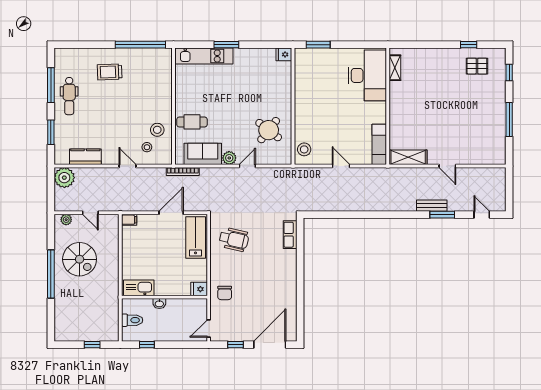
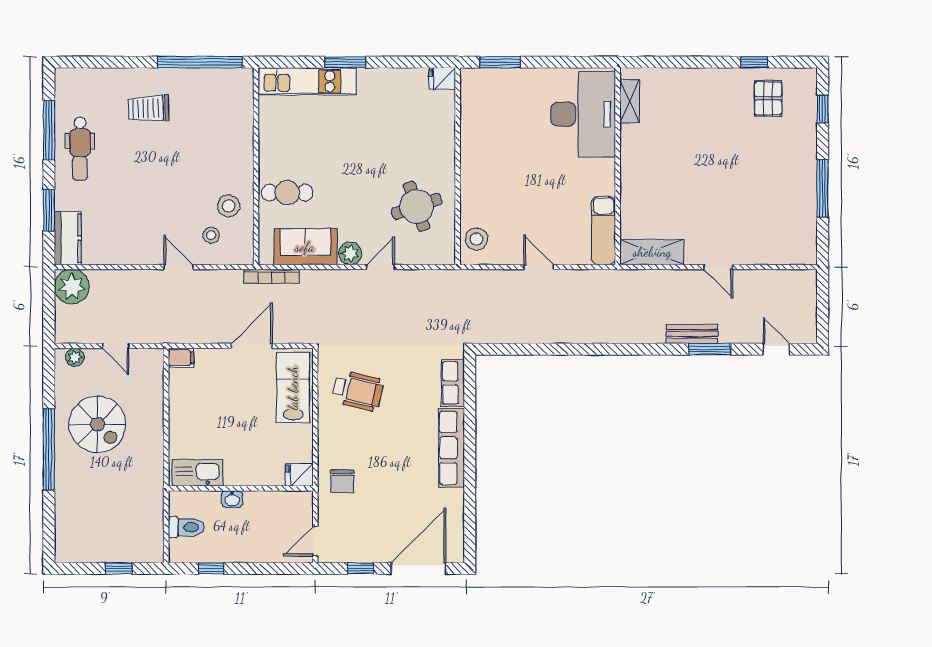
pallet: (477, 66) -> (768, 98), turned 90
round table: (269, 130) -> (417, 206), turned 33
kitchen counter: (85, 157) -> (68, 238), moved, turned 90
row of seats: (289, 273) -> (451, 448), added

